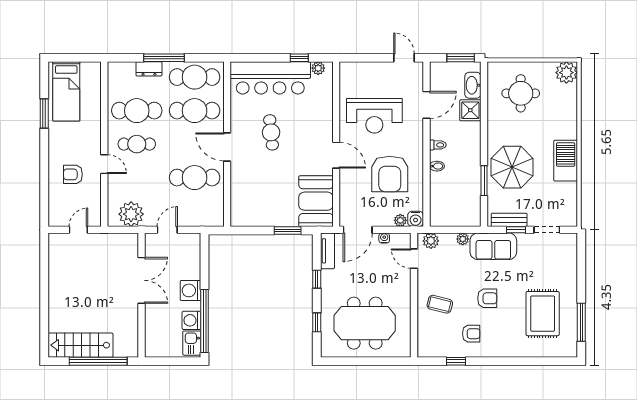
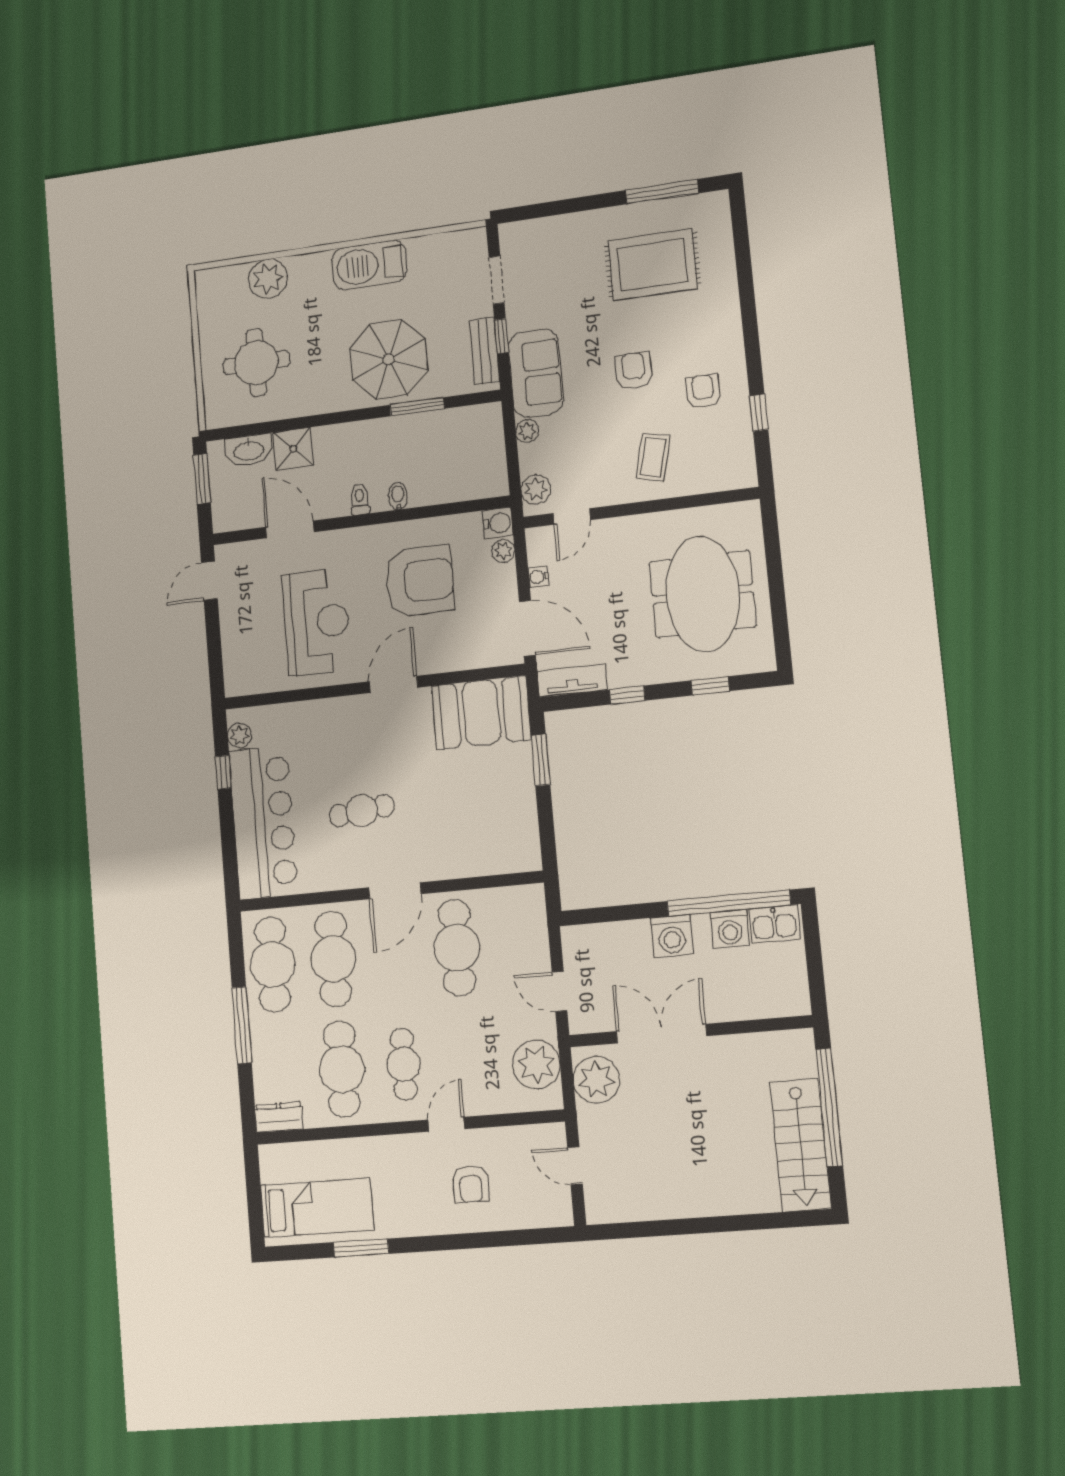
dresser: (149, 69) -> (279, 1117), moved, turned -90
plant: (566, 73) -> (268, 279), moved
plant: (121, 245) -> (596, 1080), added

